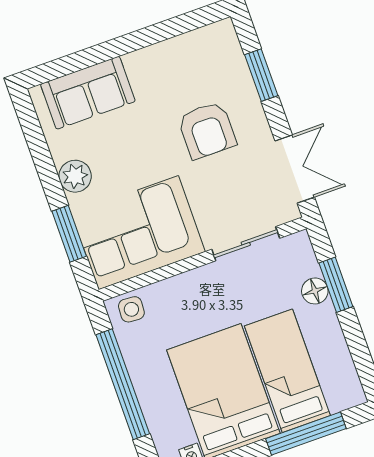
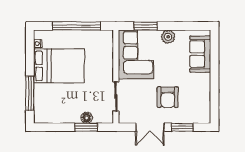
armchair: (207, 130) -> (168, 97), turned -90
double door: (295, 169) -> (150, 127), moved
side table: (131, 309) -> (106, 40), removed
bed: (287, 371) -> (58, 95), removed

